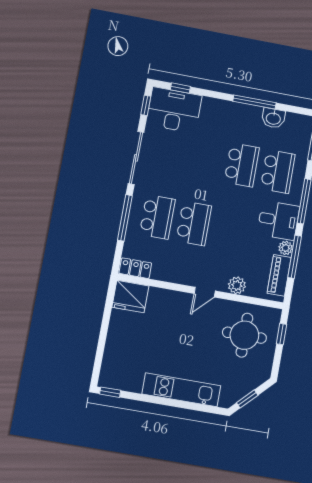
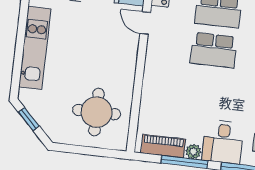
plant: (237, 285) -> (150, 101), removed
door: (205, 292) -> (145, 23), moved
window: (281, 334) -> (100, 152), removed

